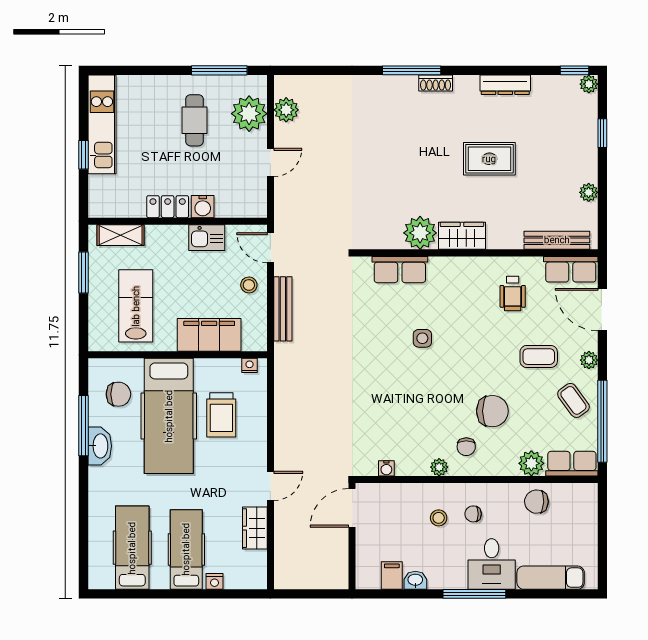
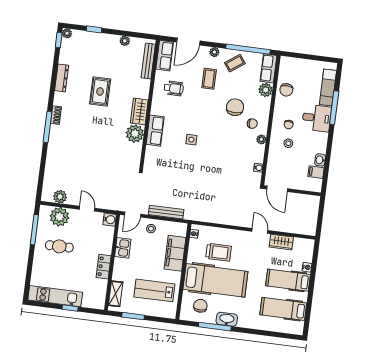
water cooler: (203, 207) -> (110, 220), moved
row of seats: (400, 270) -> (155, 131), moved
window: (474, 594) -> (334, 108), moved

